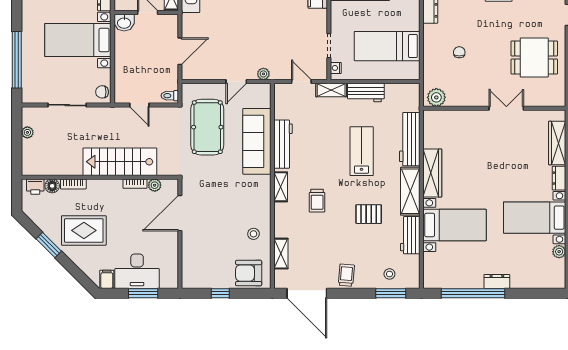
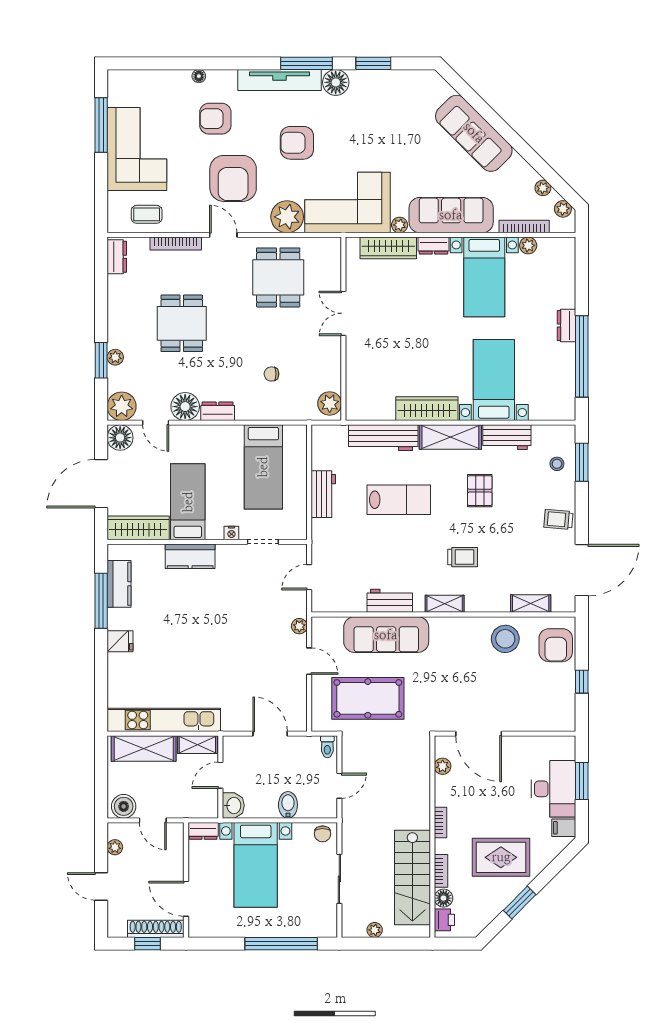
bidet: (125, 65) -> (288, 805), added
nightstand: (336, 68) -> (231, 533), moved
shelving: (331, 90) -> (320, 539), removed
workbench: (283, 144) -> (390, 601), width x0.73
lab bench: (362, 151) -> (399, 500), turned 180
stairs: (120, 162) -> (412, 877), moved
bookcase: (135, 184) -> (440, 822), moved
rug: (84, 230) -> (501, 857), turned 90
stool: (254, 234) -> (505, 639), width x1.89, depth x1.89

